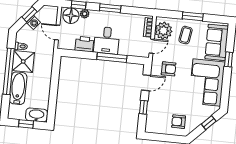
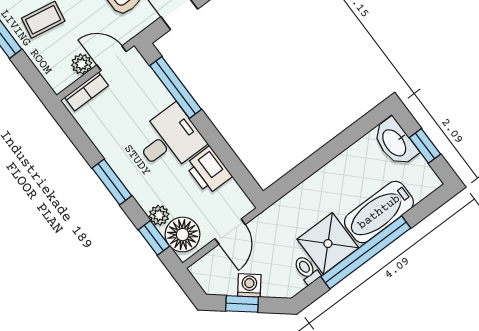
plant: (163, 31) -> (82, 64), width x0.53, depth x0.53
window: (112, 58) -> (176, 88), moved

